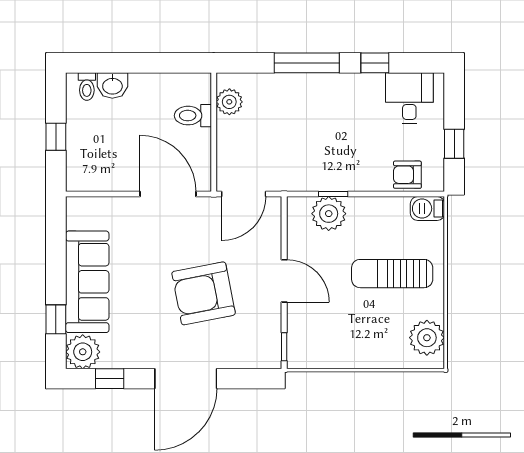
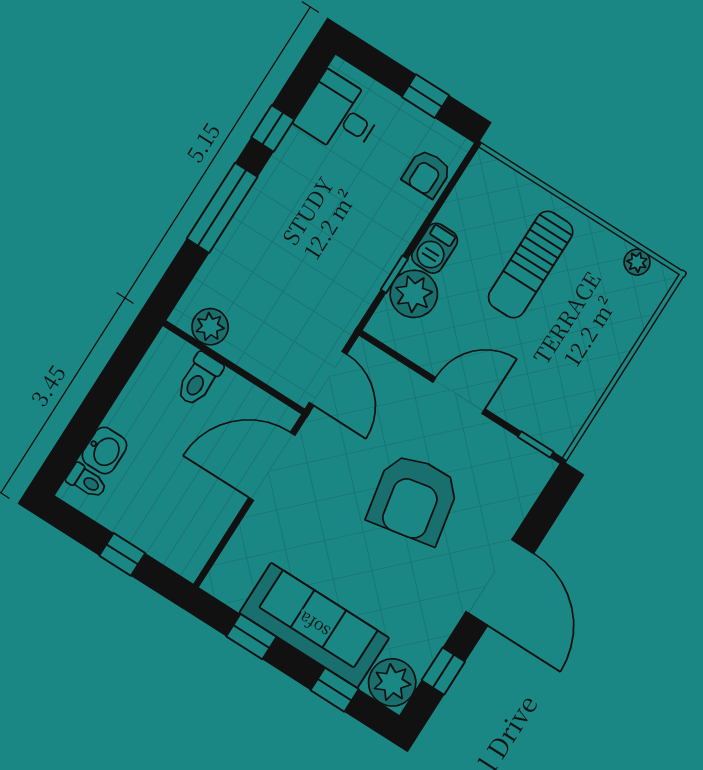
barbecue: (427, 209) -> (435, 248), moved
window: (56, 248) -> (251, 637), added
plant: (427, 338) -> (637, 262), width x0.53, depth x0.53

